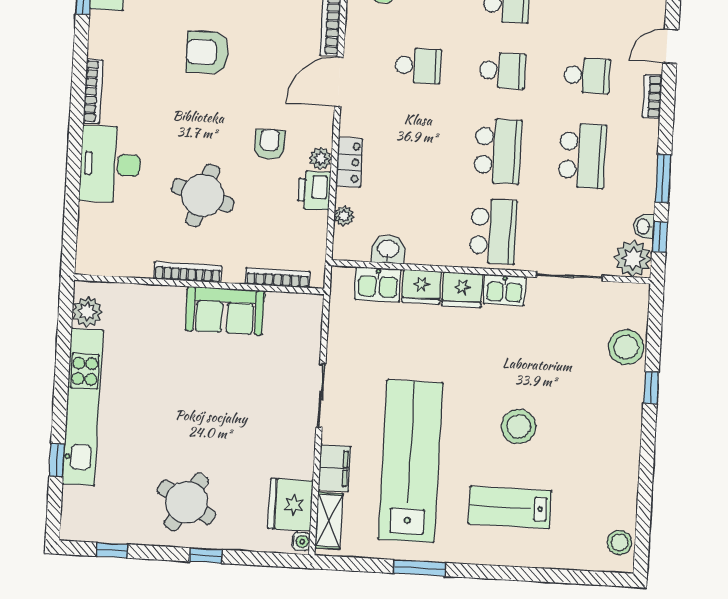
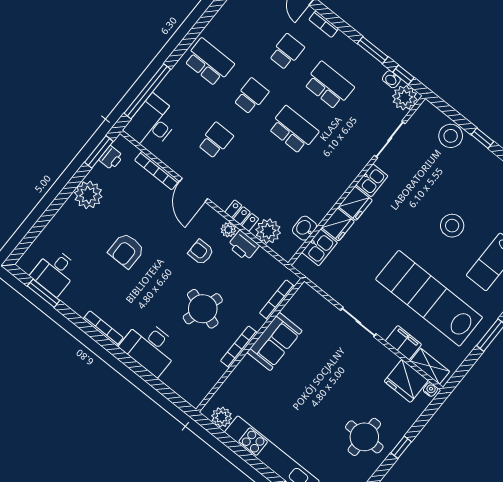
plant: (344, 216) -> (268, 231), width x1.88, depth x1.88
school desk: (493, 231) -> (335, 164), removed
round table: (186, 502) -> (364, 437), turned -30

